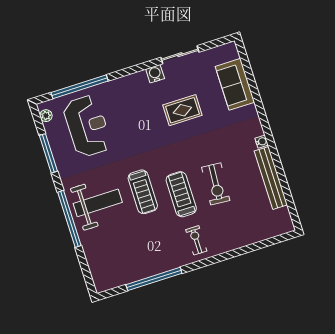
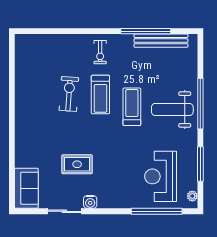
sofa: (235, 84) -> (26, 188), moved
water cooler: (262, 142) -> (19, 117), removed
bench: (271, 178) -> (161, 41), moved, turned 90

